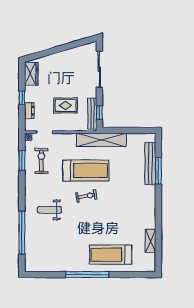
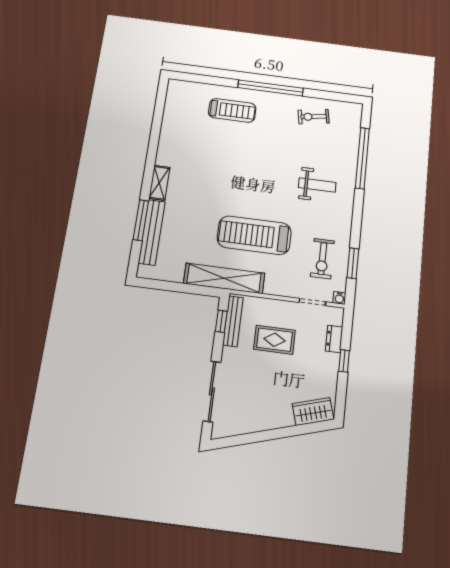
wardrobe: (31, 74) -> (313, 412), moved, turned 74
exercise bike: (86, 196) -> (314, 117), moved
shelving: (150, 241) -> (159, 183), moved
treadmill: (111, 255) -> (232, 110), width x0.73, depth x0.73

